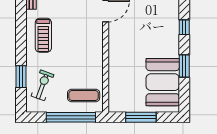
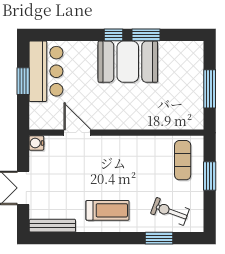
window: (184, 27) -> (113, 35), moved
booth: (163, 82) -> (128, 62), moved
window: (71, 117) -> (210, 176), width x0.47

